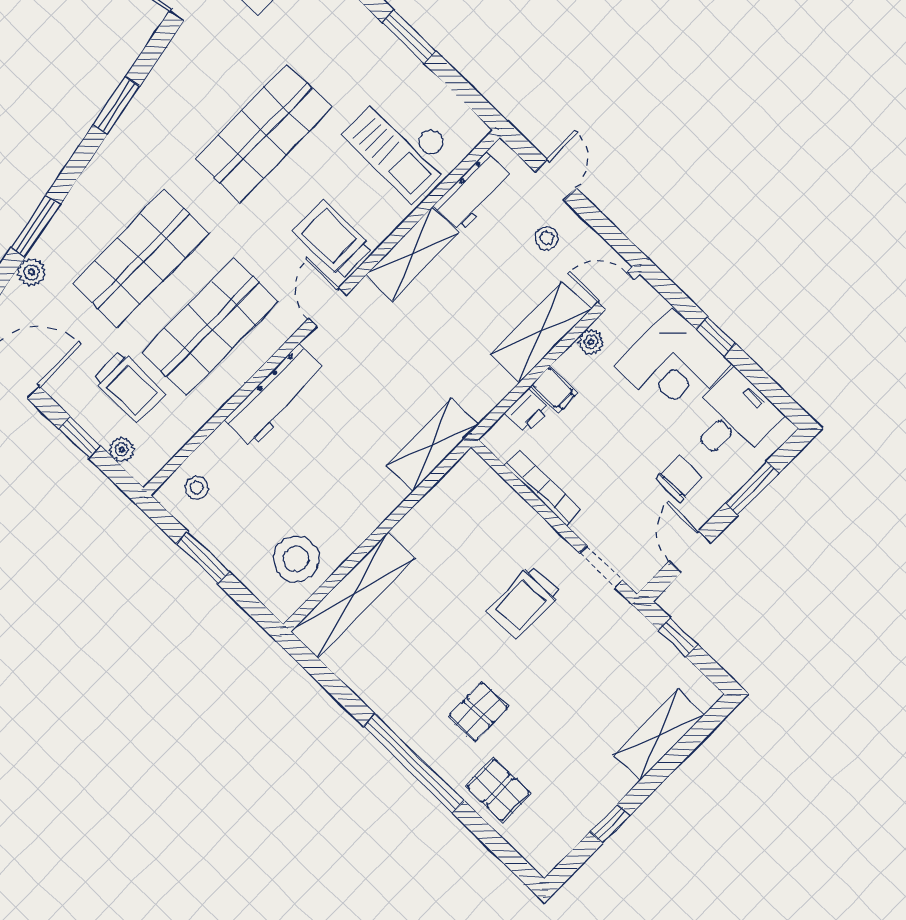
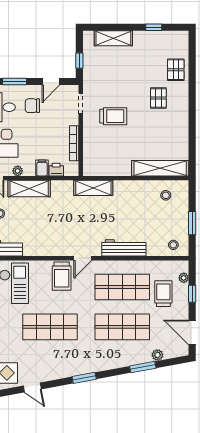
shelving: (412, 254) -> (43, 248), removed
stool: (296, 559) -> (166, 195), width x0.53, depth x0.53
pallet: (478, 712) -> (158, 98), turned 90
window: (414, 764) -> (192, 102), removed

